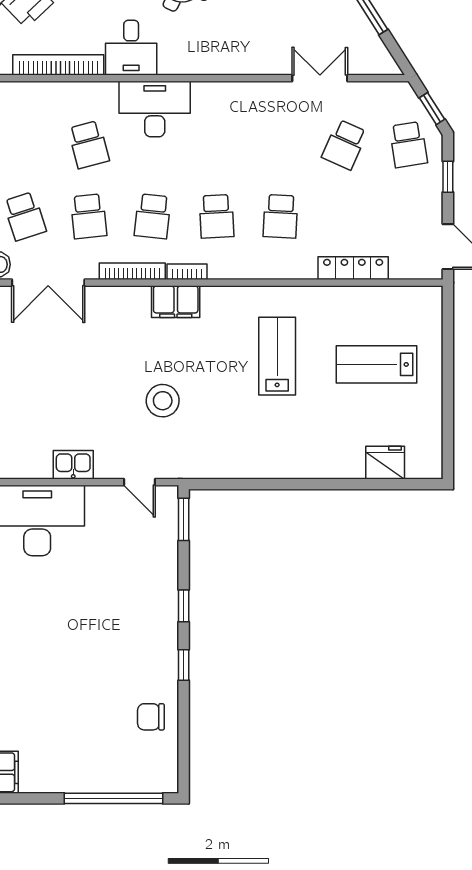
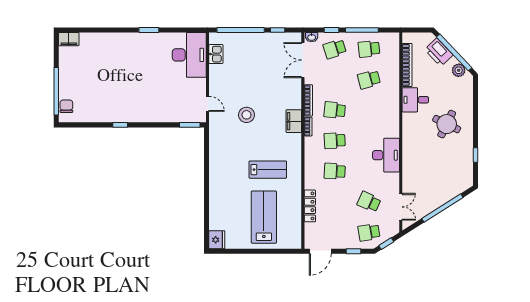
double door: (320, 78) -> (401, 207), moved
desk: (155, 109) -> (386, 155), moved
school desk: (89, 216) -> (369, 49), moved
lab bench: (377, 364) -> (264, 217), width x1.36, depth x1.39
fridge: (385, 463) -> (217, 240), moved
kitchen sink: (73, 465) -> (216, 54), moved
door: (140, 482) -> (208, 104), swing flipped
window: (184, 606) -> (148, 125), removed
chair: (151, 717) -> (66, 106), moved

